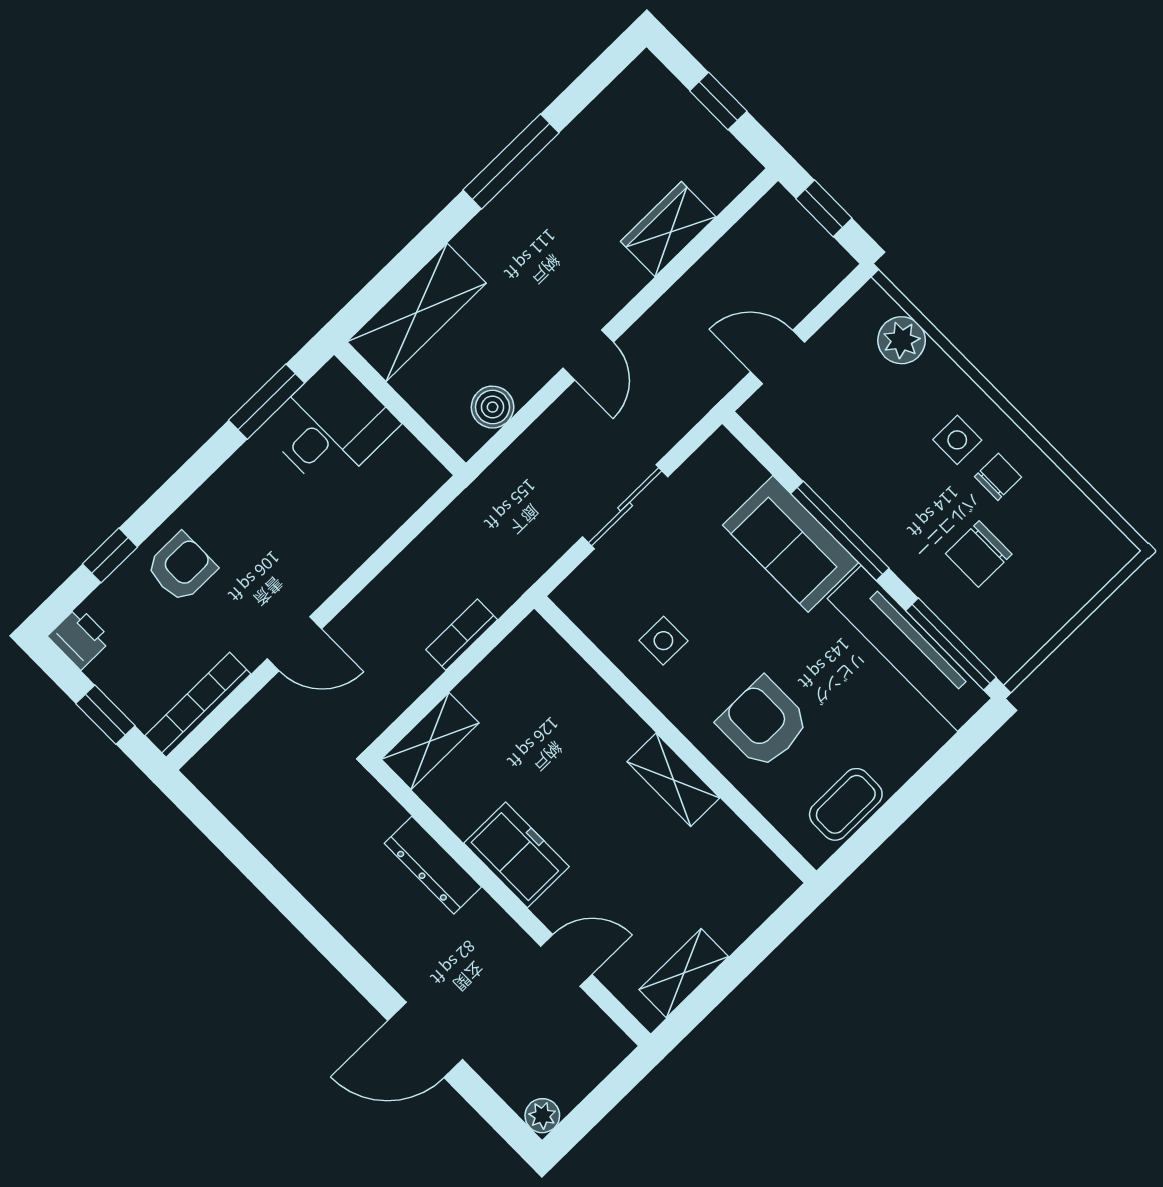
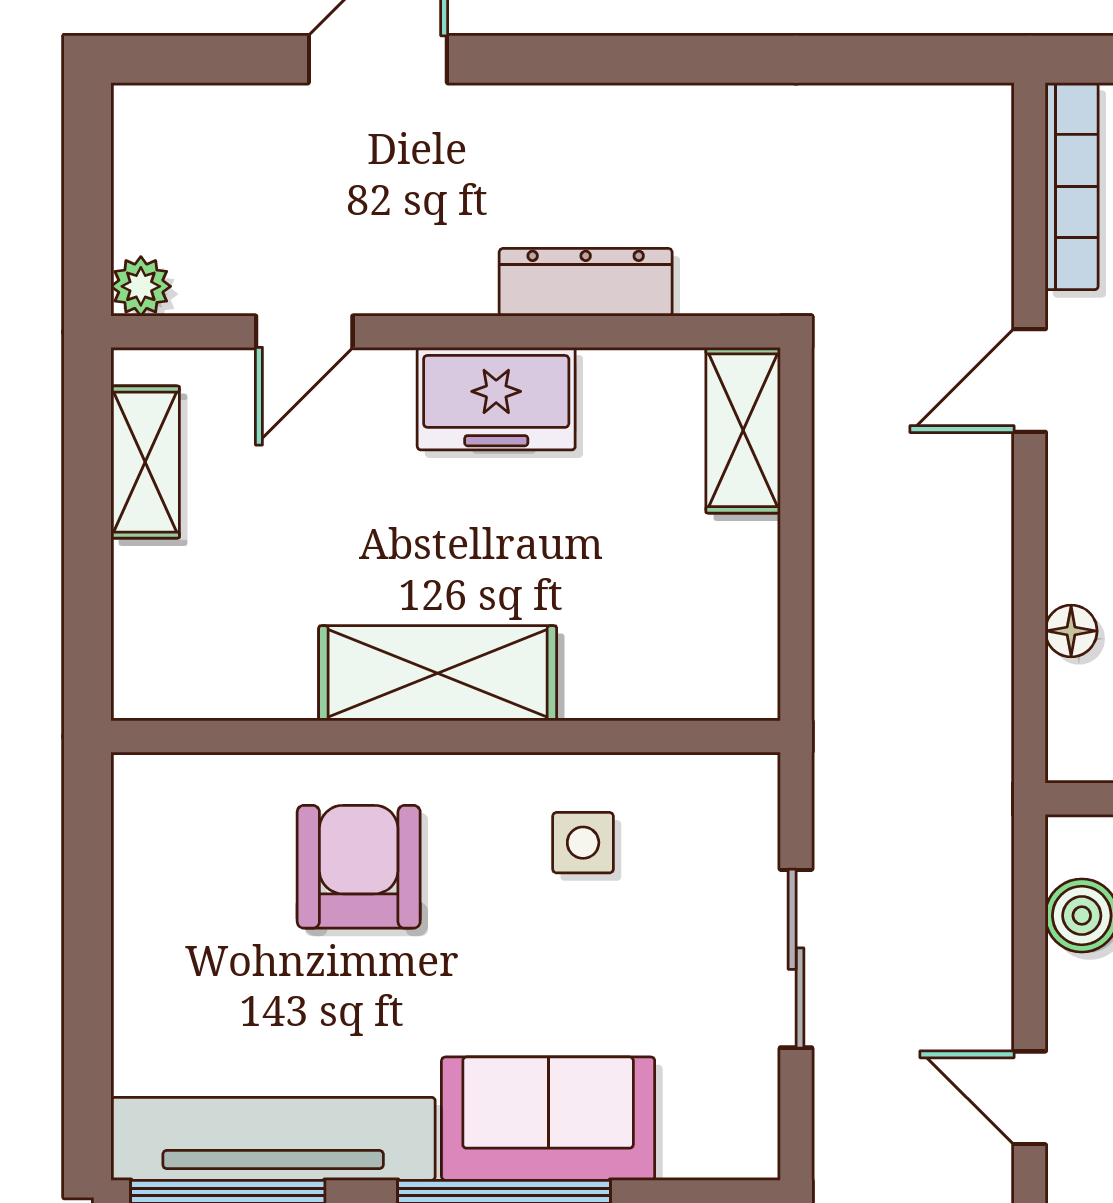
floor lamp: (380, 526) -> (1071, 631), added
bookcase: (462, 635) -> (837, 599), removed
armchair: (764, 723) -> (359, 867), turned -90
shelving: (673, 780) -> (438, 673), width x1.50, depth x1.33
coffee table: (846, 804) -> (157, 869), removed
plant: (542, 1116) -> (141, 286), moved

